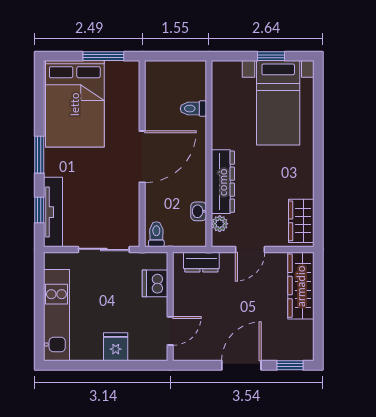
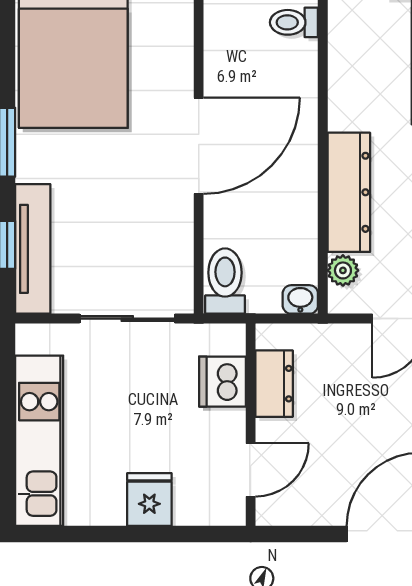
toilet: (193, 109) -> (294, 22), moved
washbasin: (199, 211) -> (300, 299), moved, turned 90
toilet: (156, 234) -> (225, 281), width x1.37, depth x1.39
dresser: (201, 262) -> (274, 384), moved, turned -90

